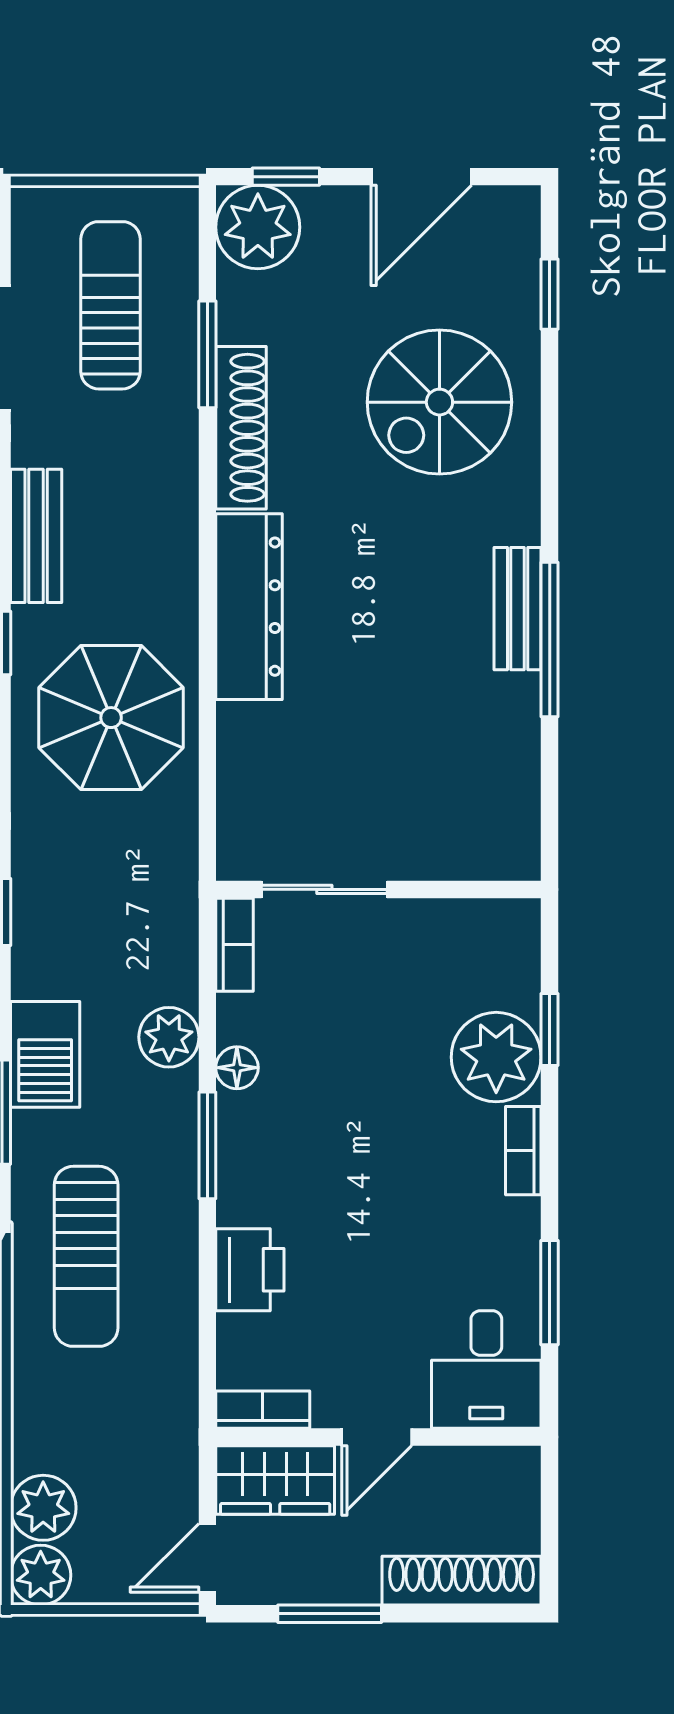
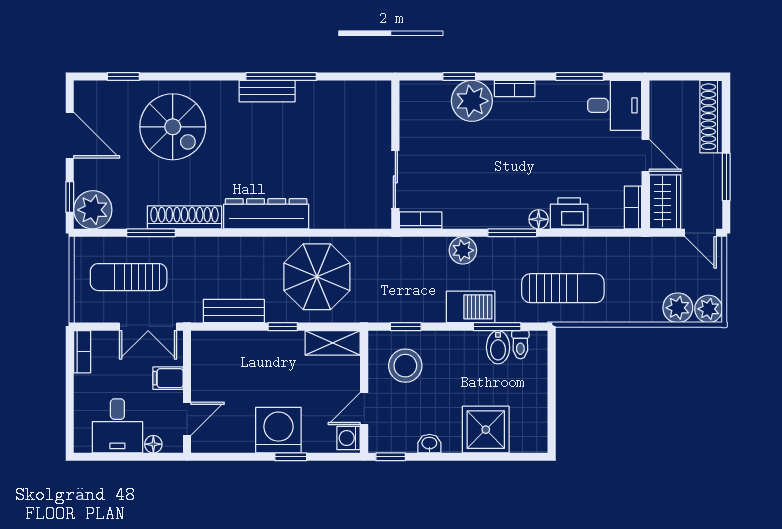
floor lamp: (237, 1068) -> (539, 219), moved

